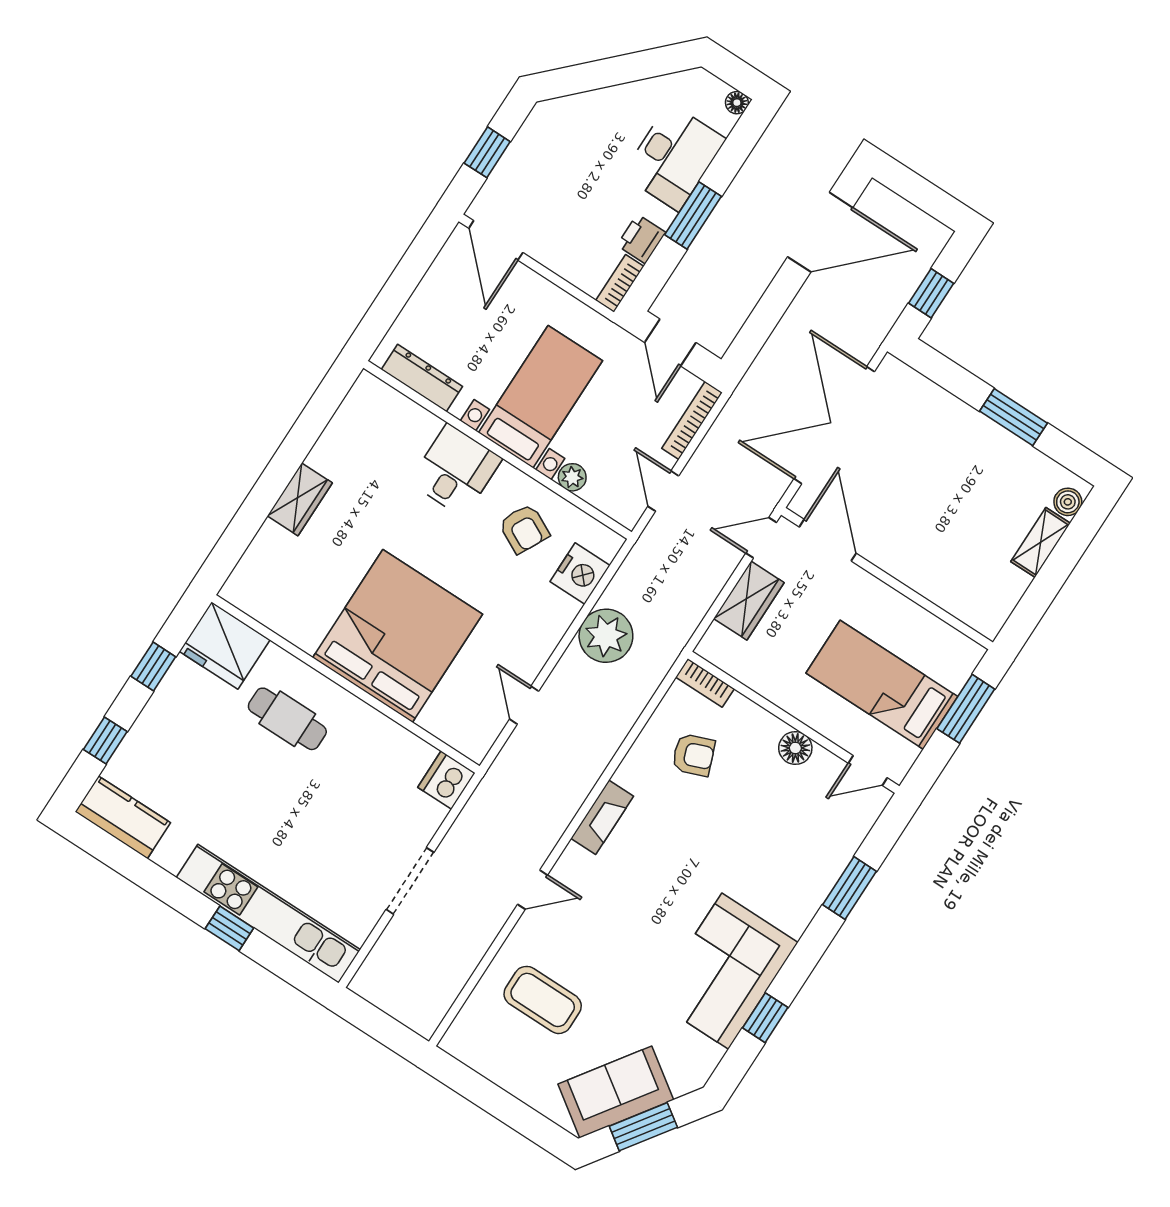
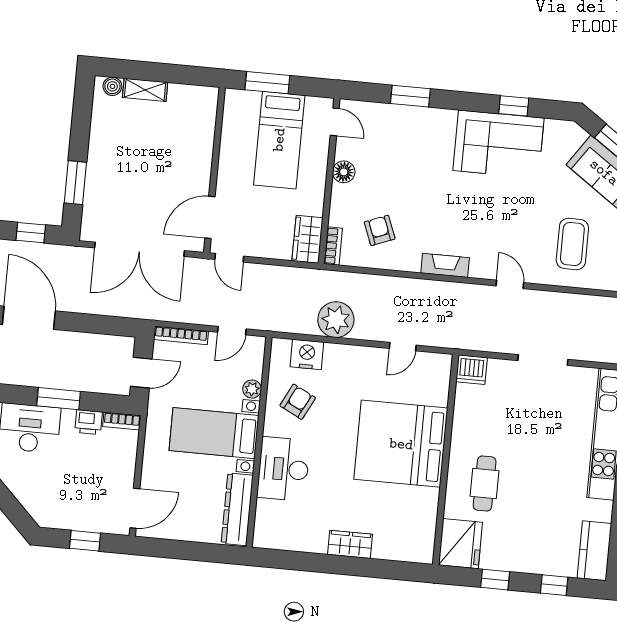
dresser: (422, 378) -> (237, 509), width x1.37, depth x1.24
window: (1014, 417) -> (75, 183), moved
desk: (456, 470) -> (283, 469), width x1.37
wardrobe: (749, 601) -> (307, 239), moved, turned -90

